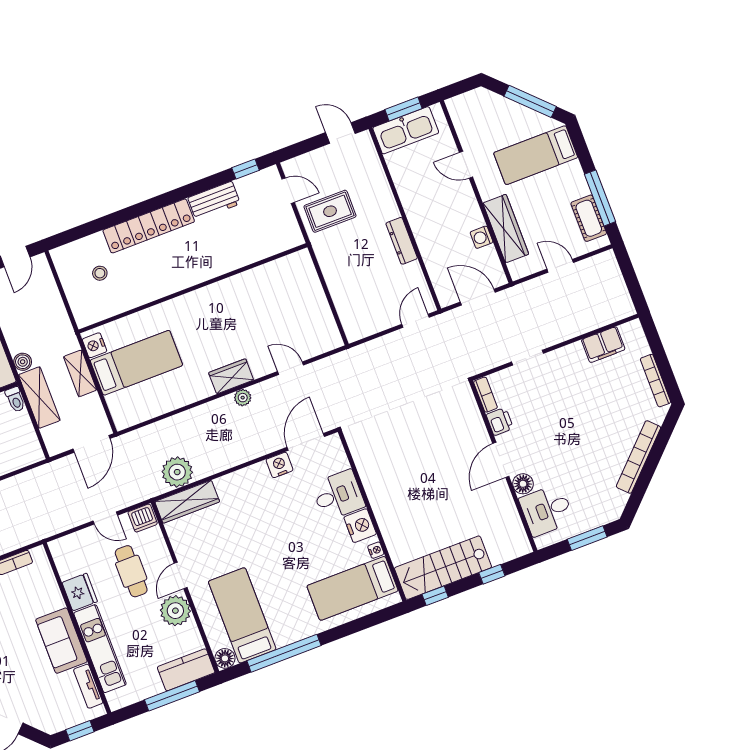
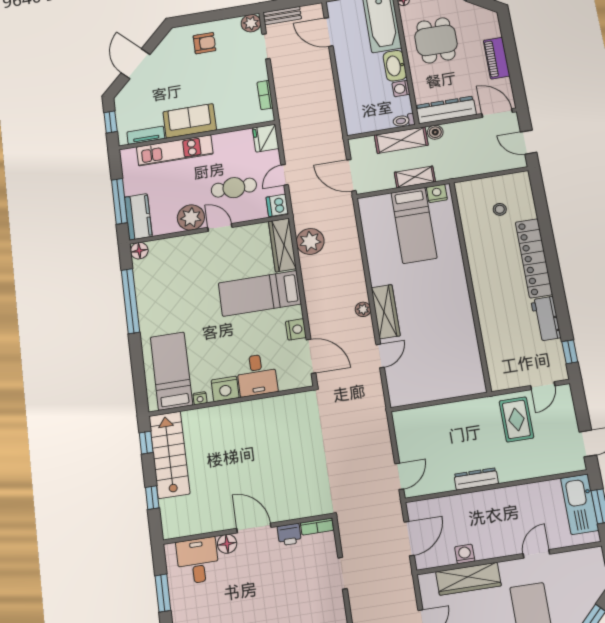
door: (416, 321) -> (399, 476), hinge flipped
wardrobe: (231, 376) -> (386, 312), width x1.50
fridge: (80, 592) -> (266, 138), moved, turned 90
bed: (242, 615) -> (260, 293), moved, turned 180

